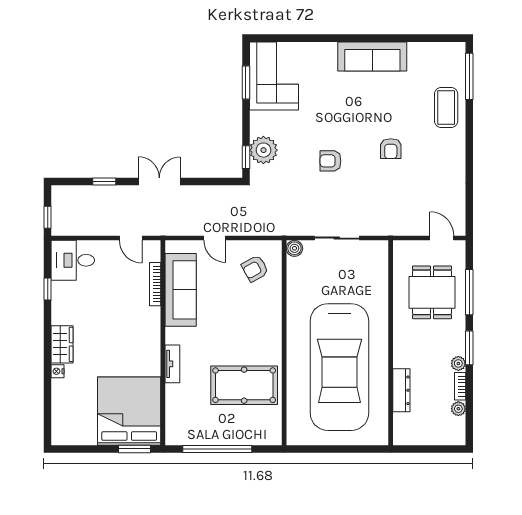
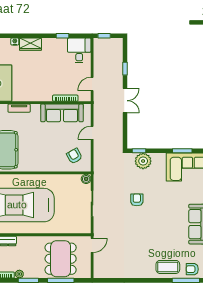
armchair: (391, 149) -> (192, 269), moved
door: (442, 238) -> (92, 245), moved
dining table: (432, 292) -> (61, 259), width x1.38

